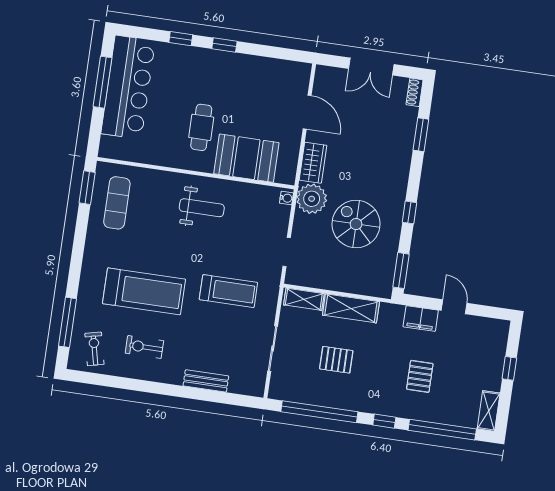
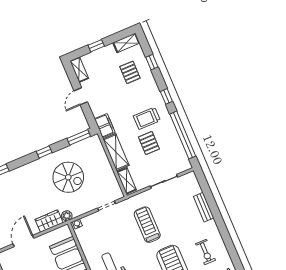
plant: (312, 199) -> (67, 216), width x0.53, depth x0.53
spiral stairs: (356, 224) -> (68, 177), turned -90
filing cabinet: (421, 319) -> (105, 126), moved
shelving: (491, 326) -> (79, 70), added
pallet: (420, 376) -> (130, 72), moved, turned 90
trolley: (371, 377) -> (147, 118), added
window: (442, 430) -> (152, 62), width x0.32

